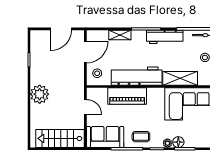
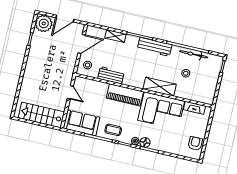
workbench: (137, 76) -> (111, 75), width x0.53, depth x0.76
plant: (40, 94) -> (44, 23), moved
piano: (127, 96) -> (125, 95), moved

